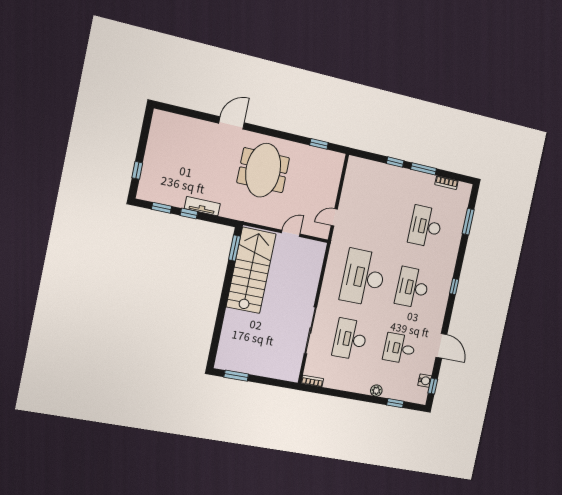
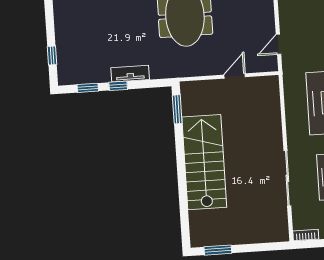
stairs: (251, 270) -> (204, 162), moved

